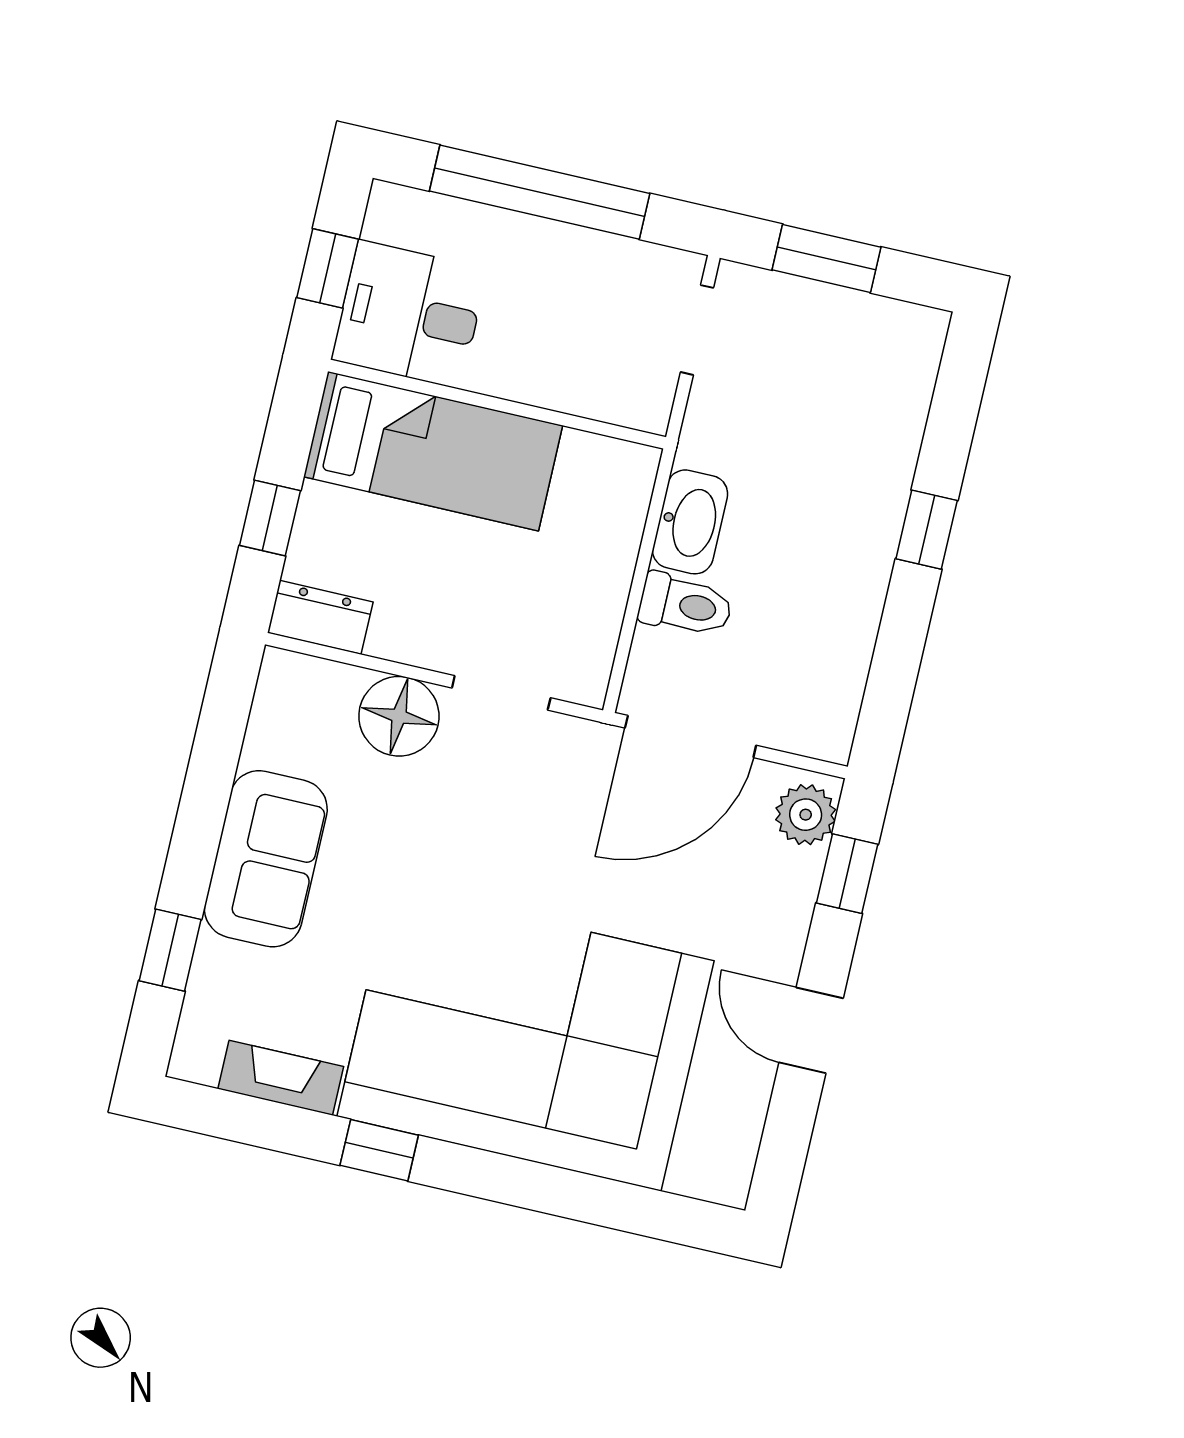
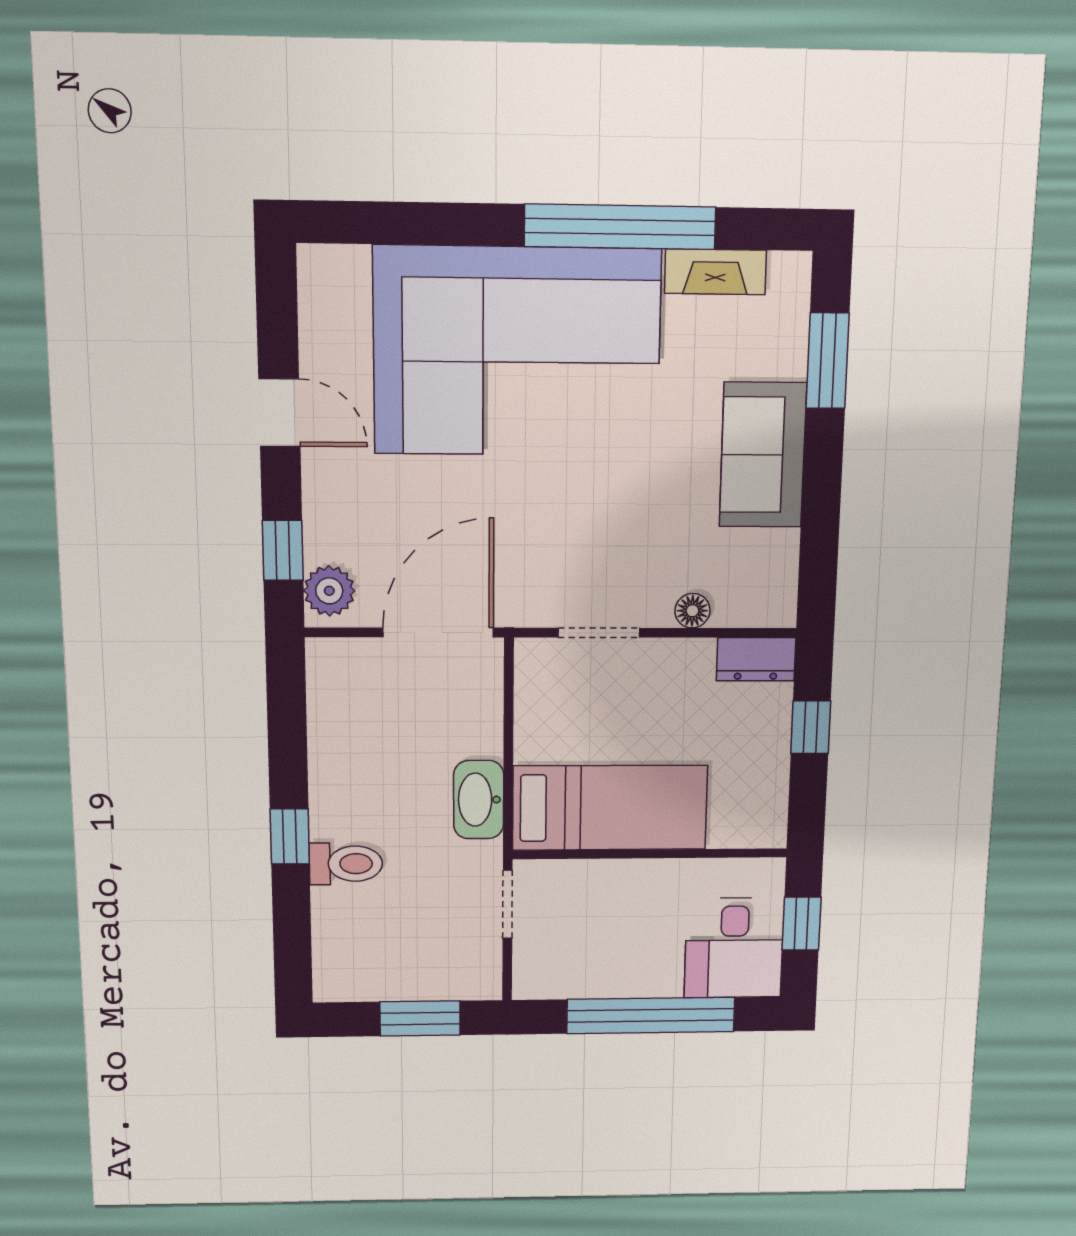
desk: (410, 314) -> (734, 948), moved, turned 90
doorway: (697, 330) -> (508, 904), moved
bed: (433, 451) -> (610, 808), moved, turned 180
toilet: (685, 605) -> (346, 864), moved, turned 180
floor lamp: (399, 716) -> (692, 611), width x0.53, depth x0.53
window: (170, 950) -> (828, 361), width x1.50
window: (379, 1150) -> (620, 227), width x3.17

